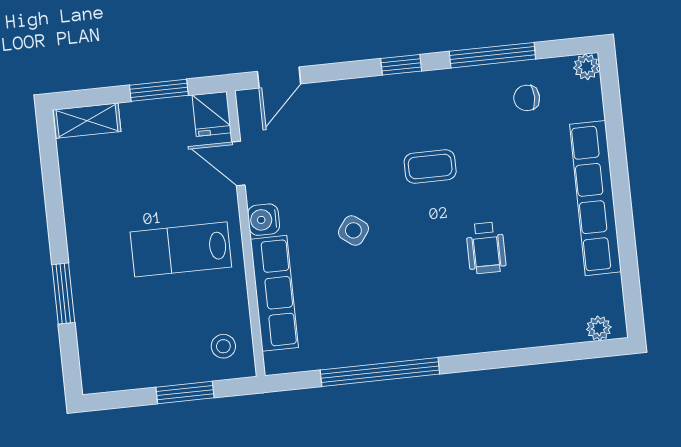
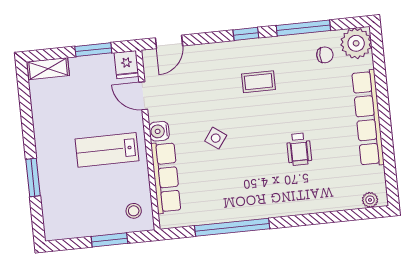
plant: (587, 67) -> (356, 43), width x1.88, depth x1.88
chair: (527, 98) -> (325, 55), turned 180
coffee table: (430, 166) -> (258, 82), moved

